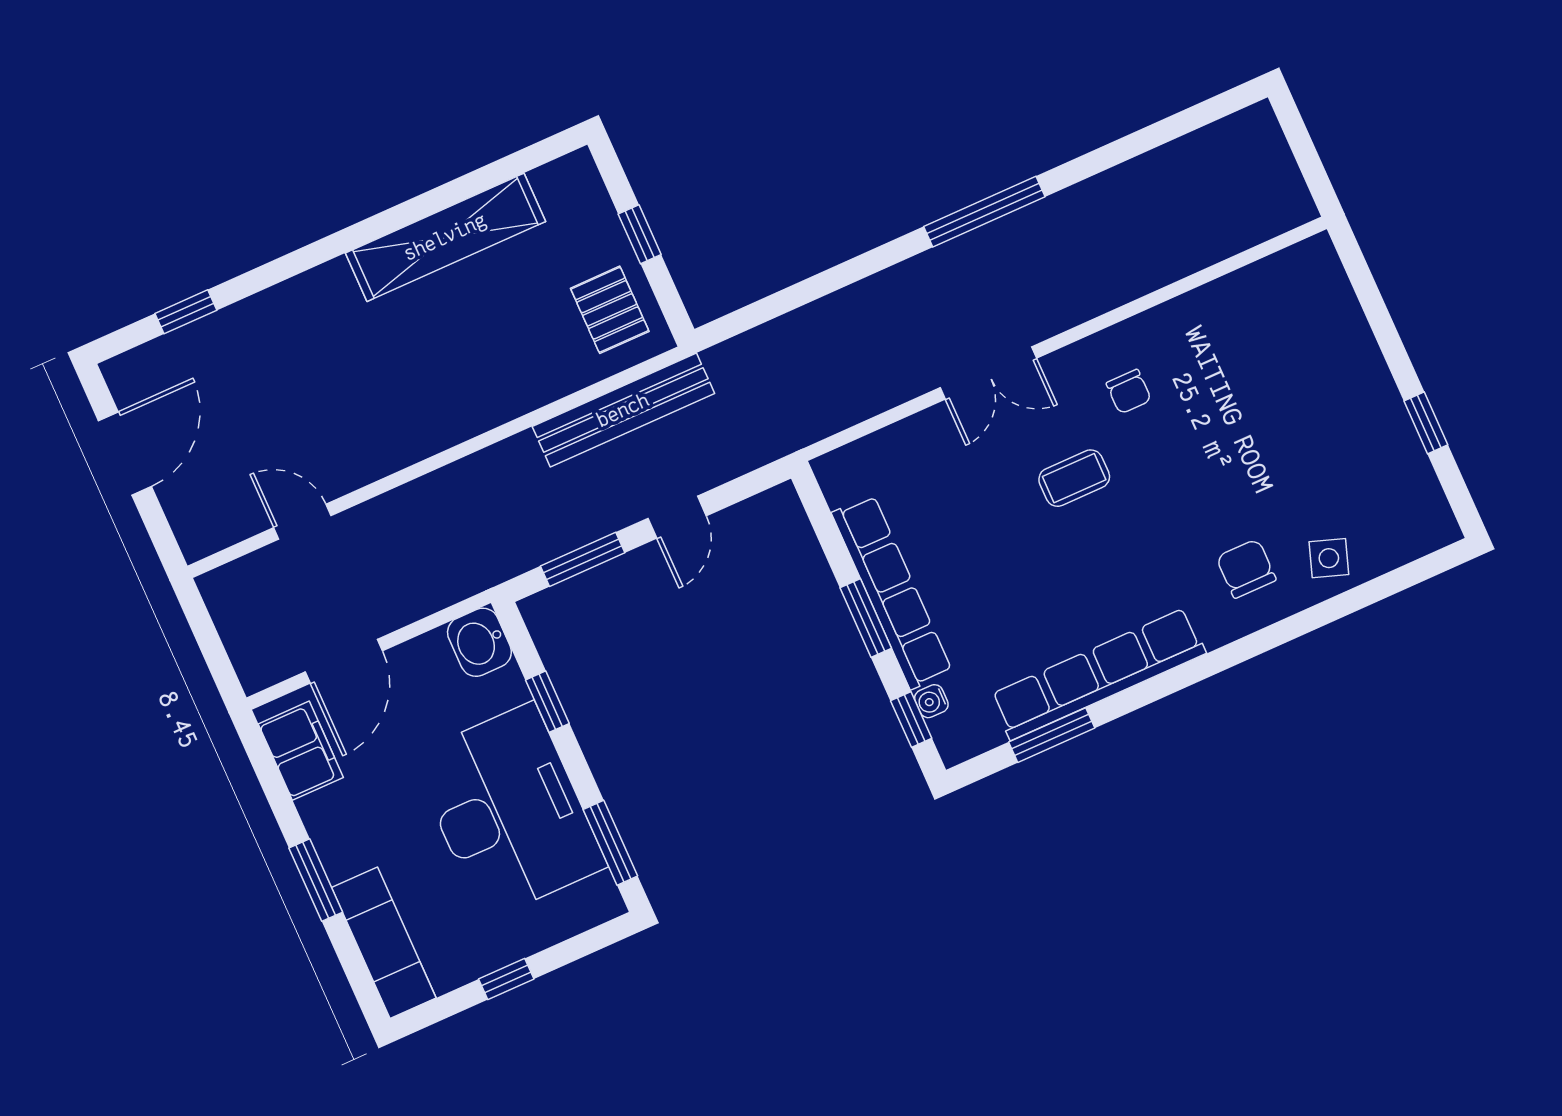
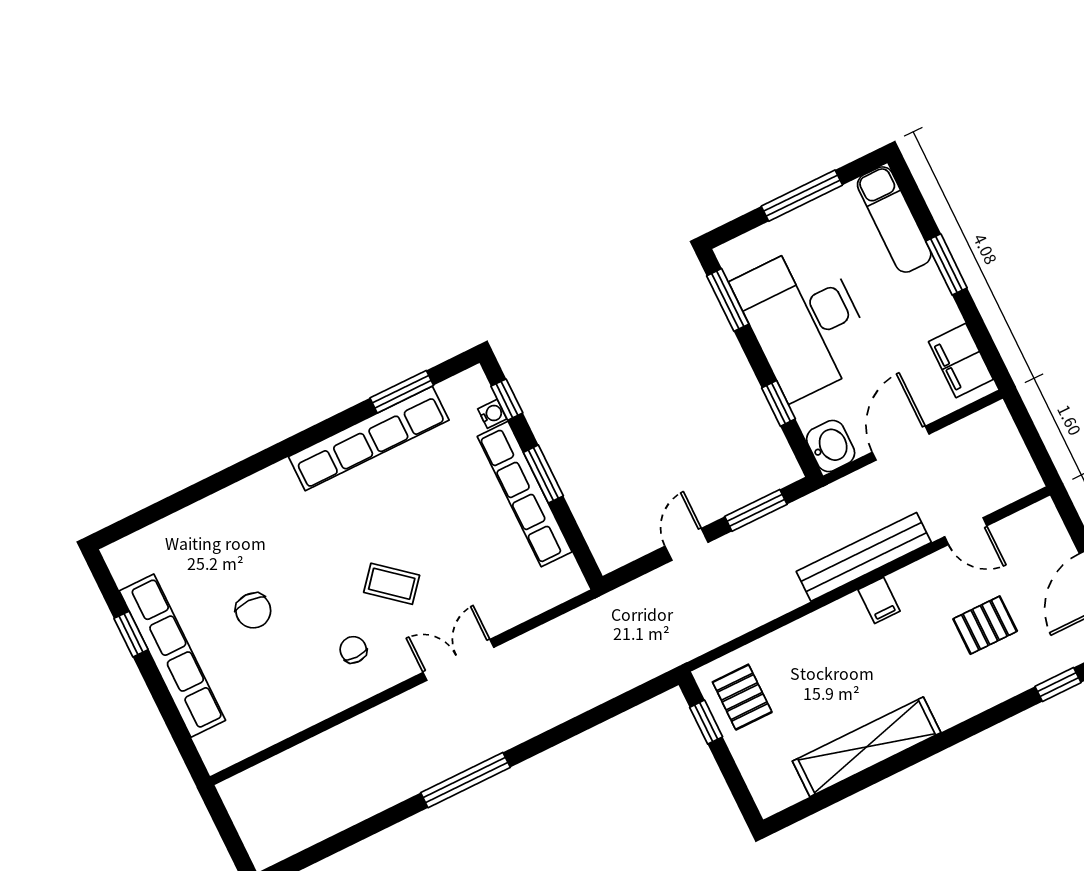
window: (640, 234) -> (706, 722), moved
row of seats: (1371, 392) -> (172, 656), added
pallet: (281, 395) -> (985, 625), added
bench: (623, 410) -> (864, 557), moved
filing cabinet: (422, 433) -> (879, 600), added
coffee table: (1074, 478) -> (392, 584), turned 40
side table: (1329, 558) -> (200, 531), removed
chair: (1246, 569) -> (253, 611), moved
door: (344, 661) -> (901, 443), moved
window: (506, 979) -> (802, 196), width x2.17

